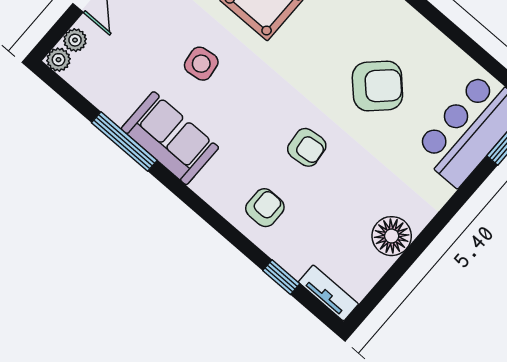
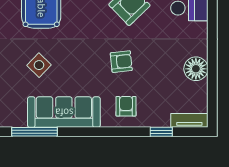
side table: (201, 64) -> (39, 65), turned -38
sofa: (170, 138) -> (64, 112), width x1.36

